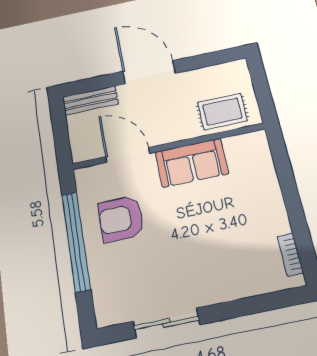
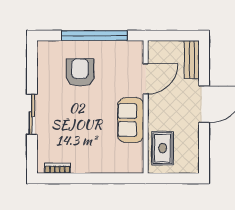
armchair: (121, 219) -> (80, 72), moved
sliding door: (166, 323) -> (32, 114), moved

